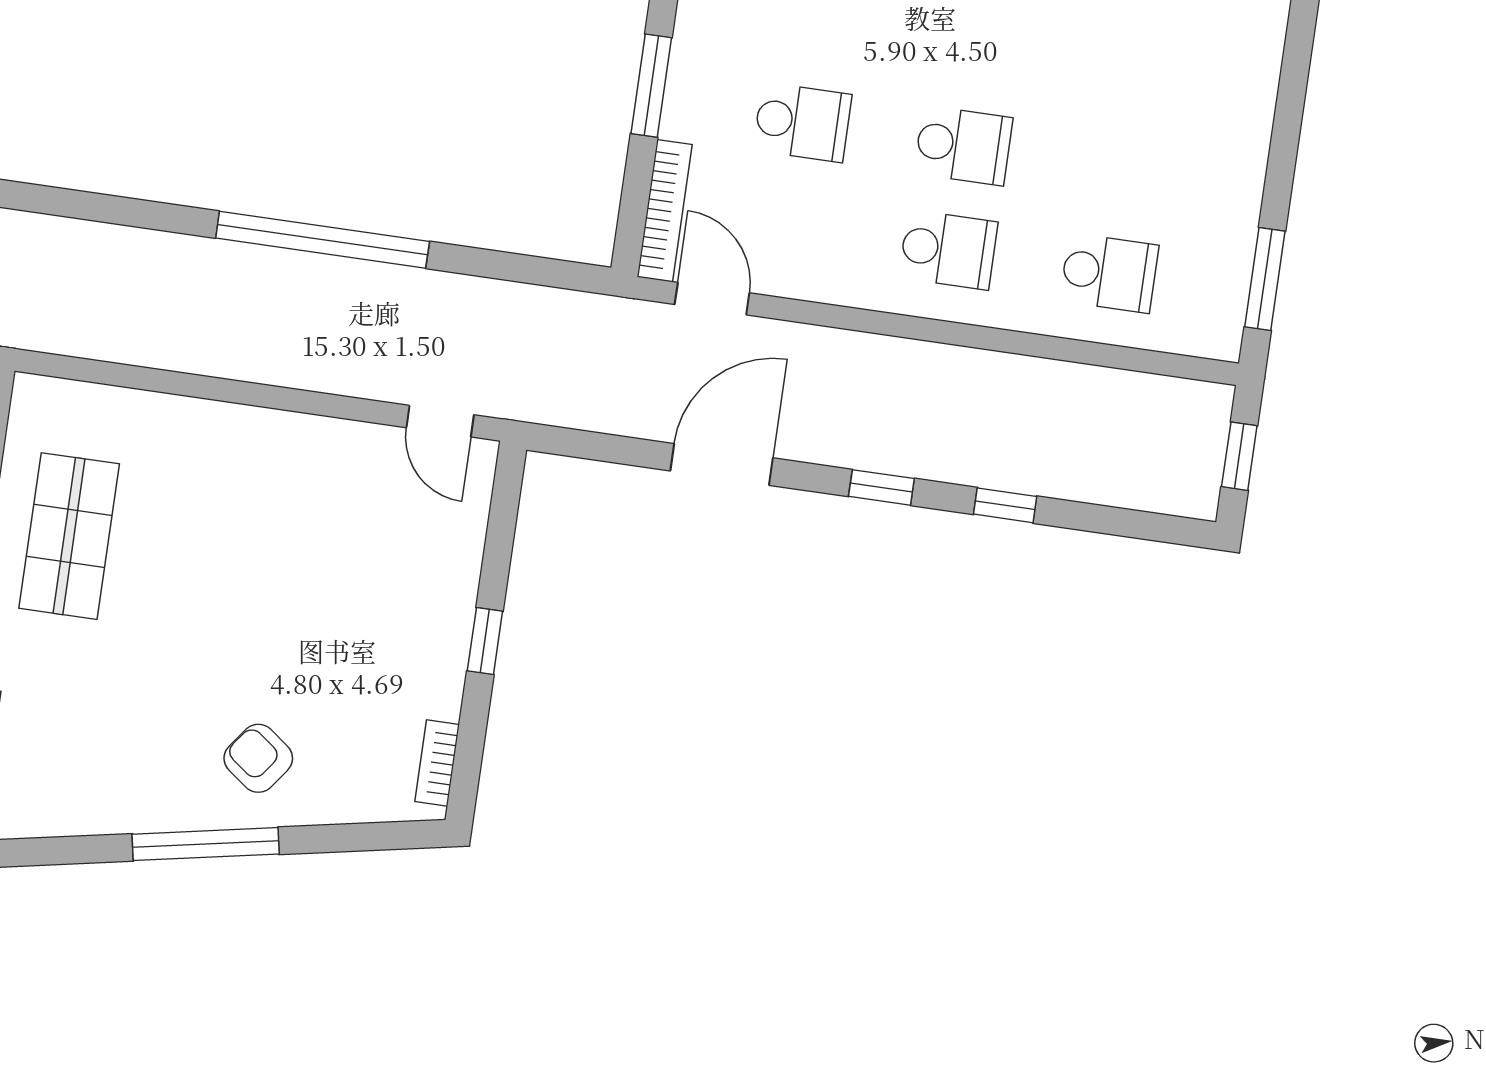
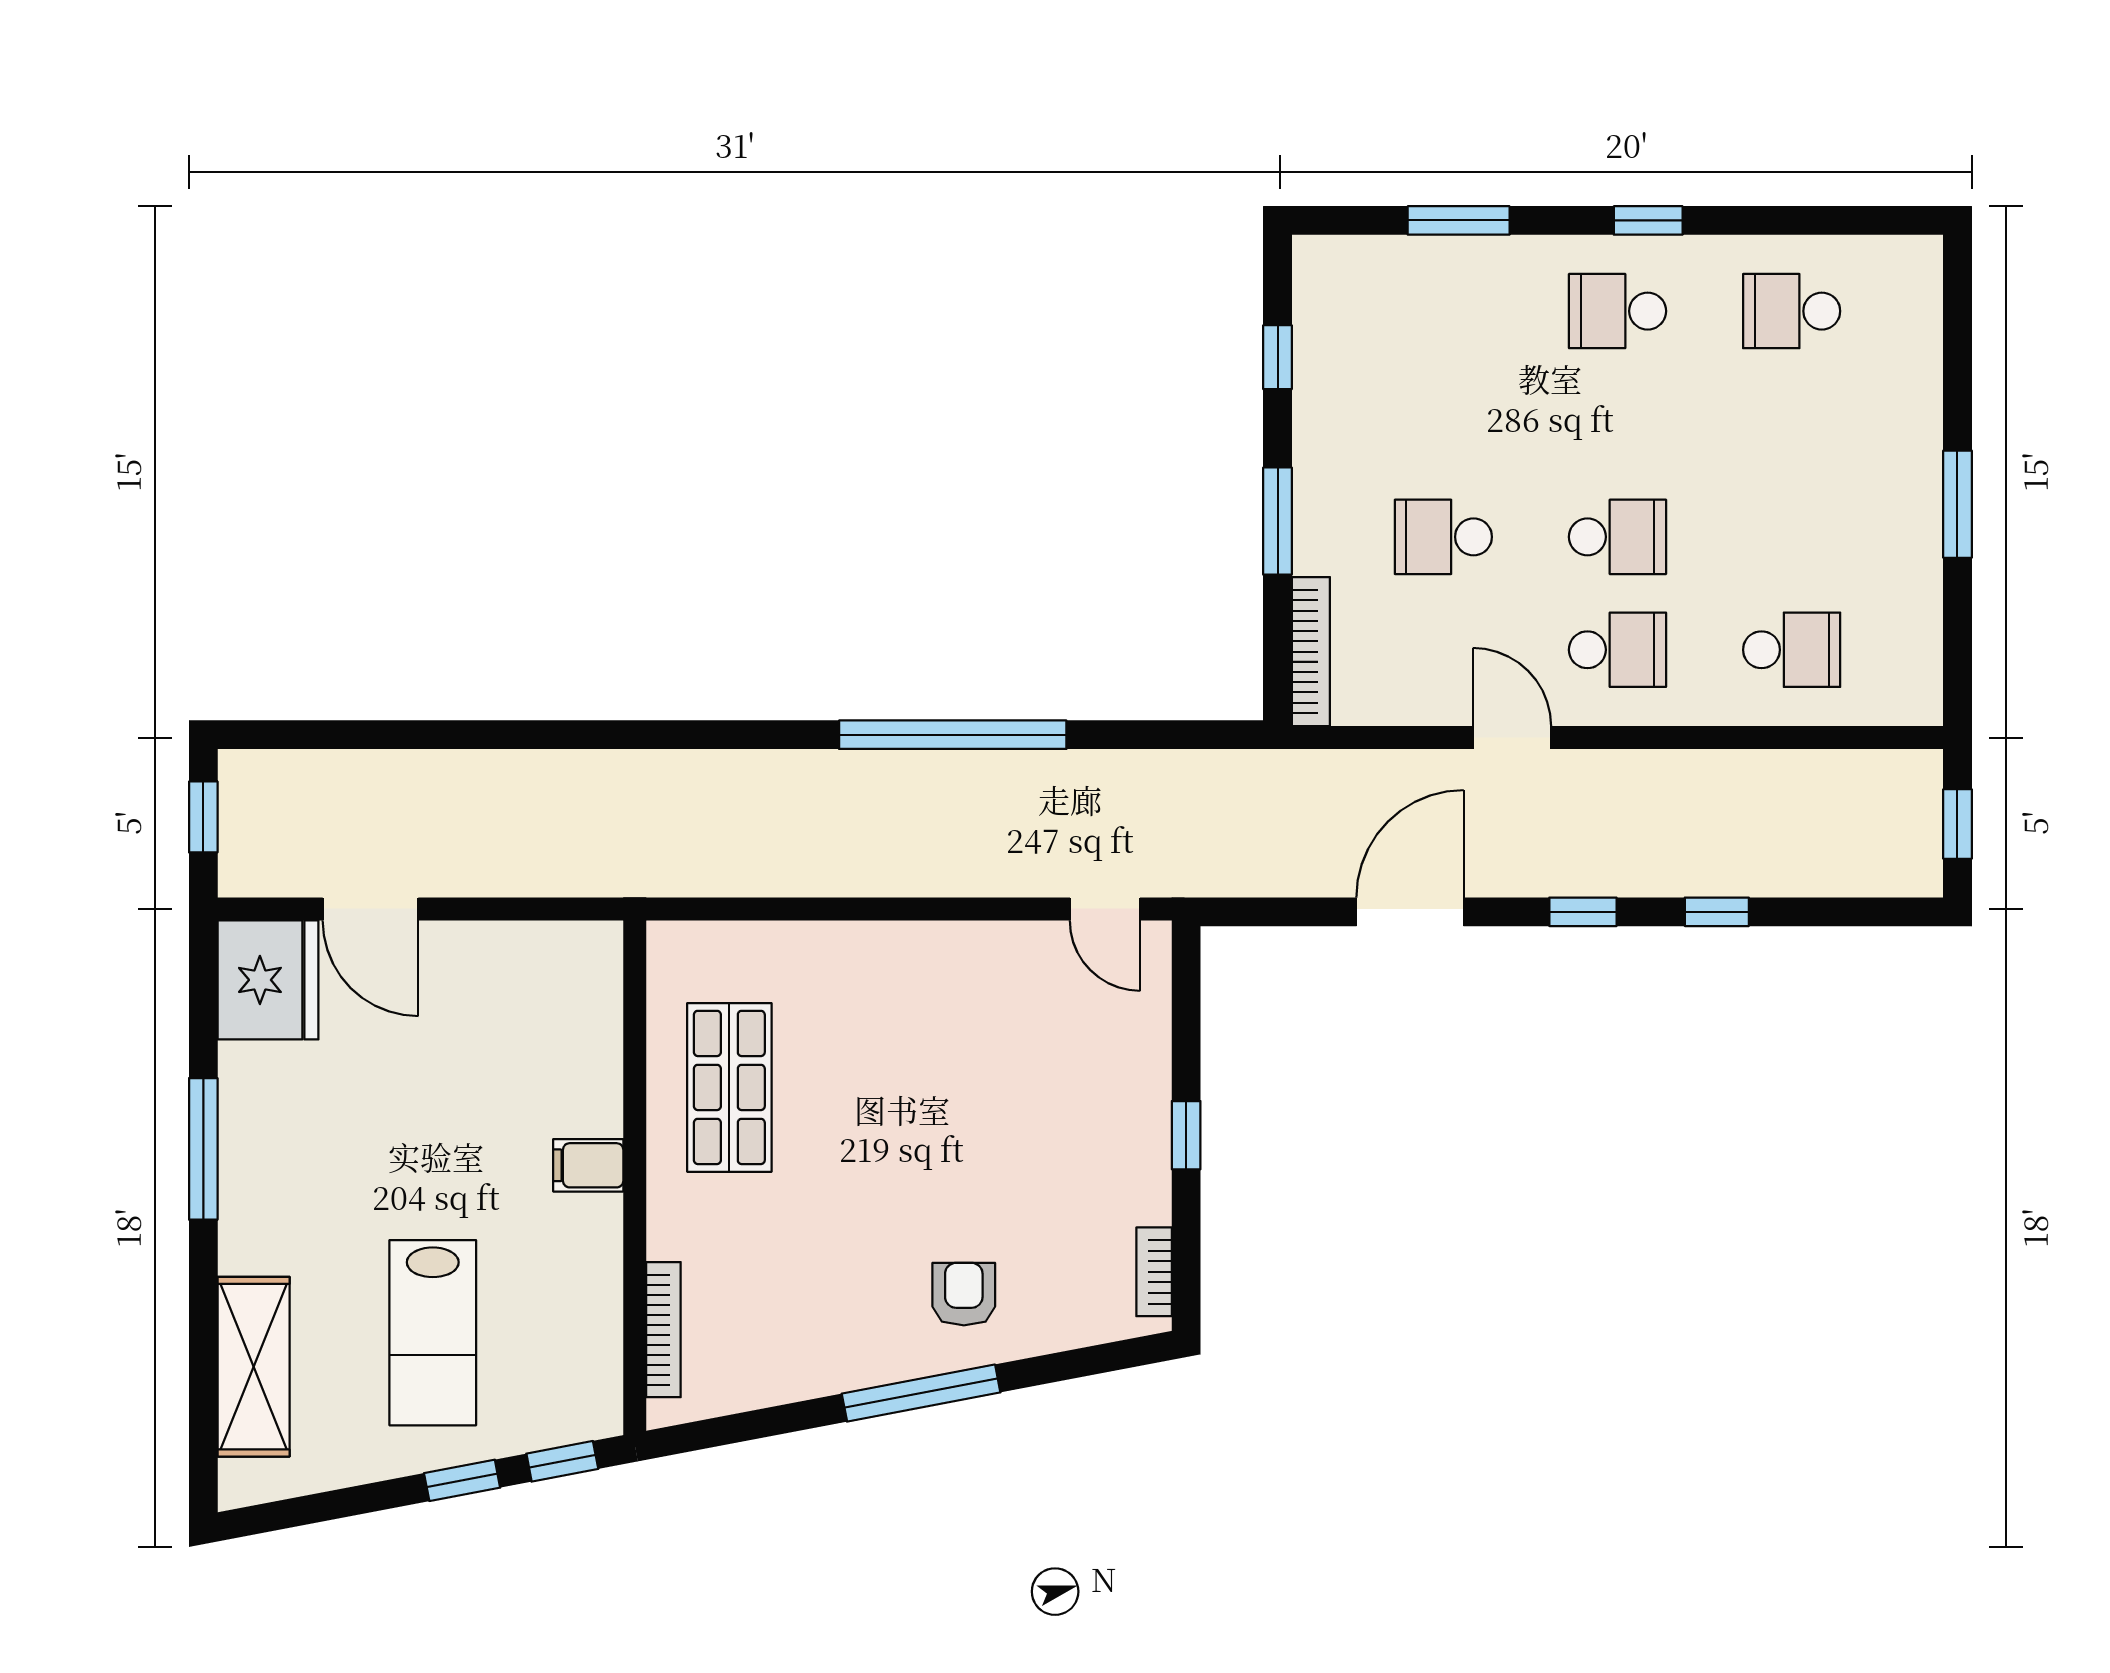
school desk: (802, 122) -> (1443, 537), turned 180
window: (1265, 279) -> (1957, 504), moved
door: (712, 299) -> (1512, 738), moved
armchair: (258, 758) -> (964, 1294), turned 53

